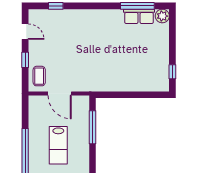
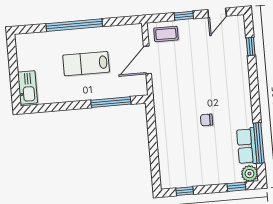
window: (172, 28) -> (236, 187), added
chair: (114, 48) -> (207, 120), added

